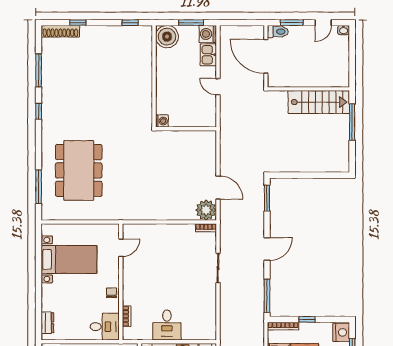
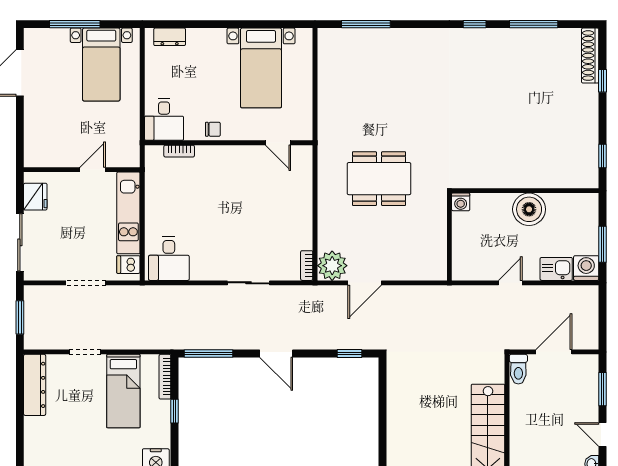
toilet: (278, 32) -> (518, 369), moved
boiler: (167, 37) -> (529, 209), moved
door: (266, 56) -> (554, 352), width x0.73
dining table: (79, 170) -> (379, 179), moved, width x0.73, depth x0.80
window: (267, 198) -> (349, 353), width x0.67
desk: (167, 325) -> (169, 259), moved, turned -90

